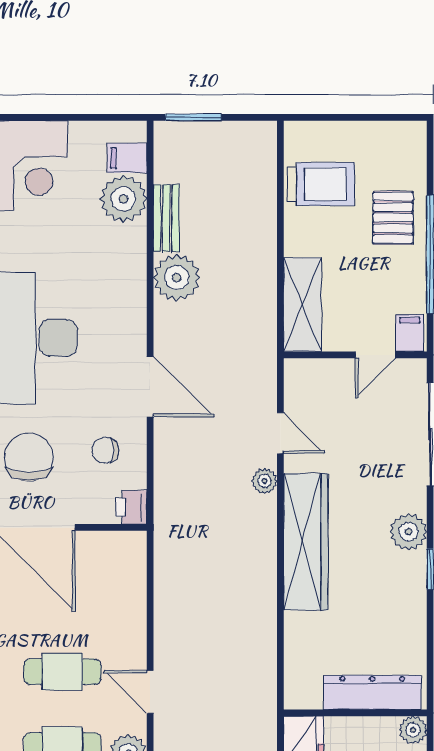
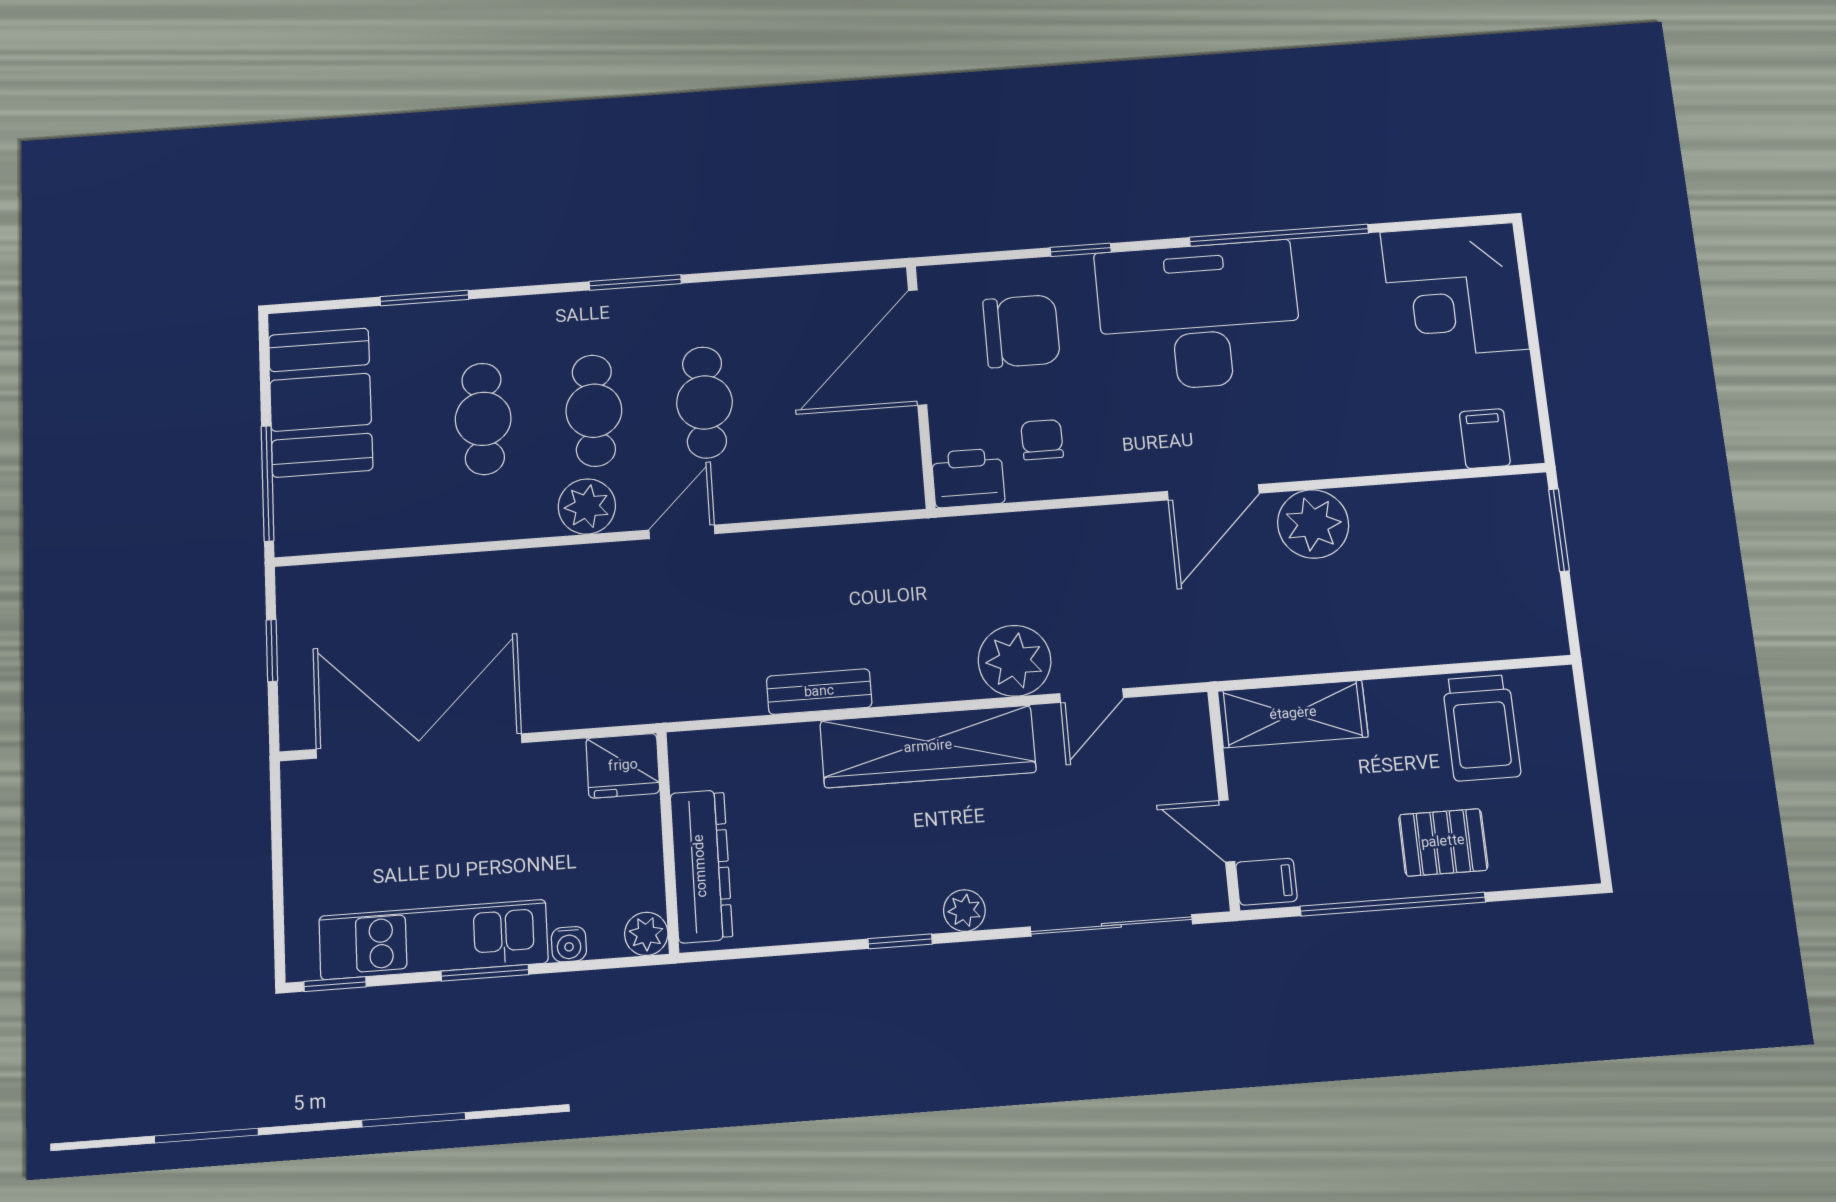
plant: (123, 199) -> (1423, 438), removed
bench: (166, 218) -> (819, 692), moved
door: (150, 387) -> (1213, 492), moved
plant: (265, 481) -> (1015, 661), width x1.87, depth x1.87
printer: (132, 507) -> (968, 478), width x1.36, depth x1.24
plant: (409, 532) -> (964, 910), width x0.73, depth x0.73

